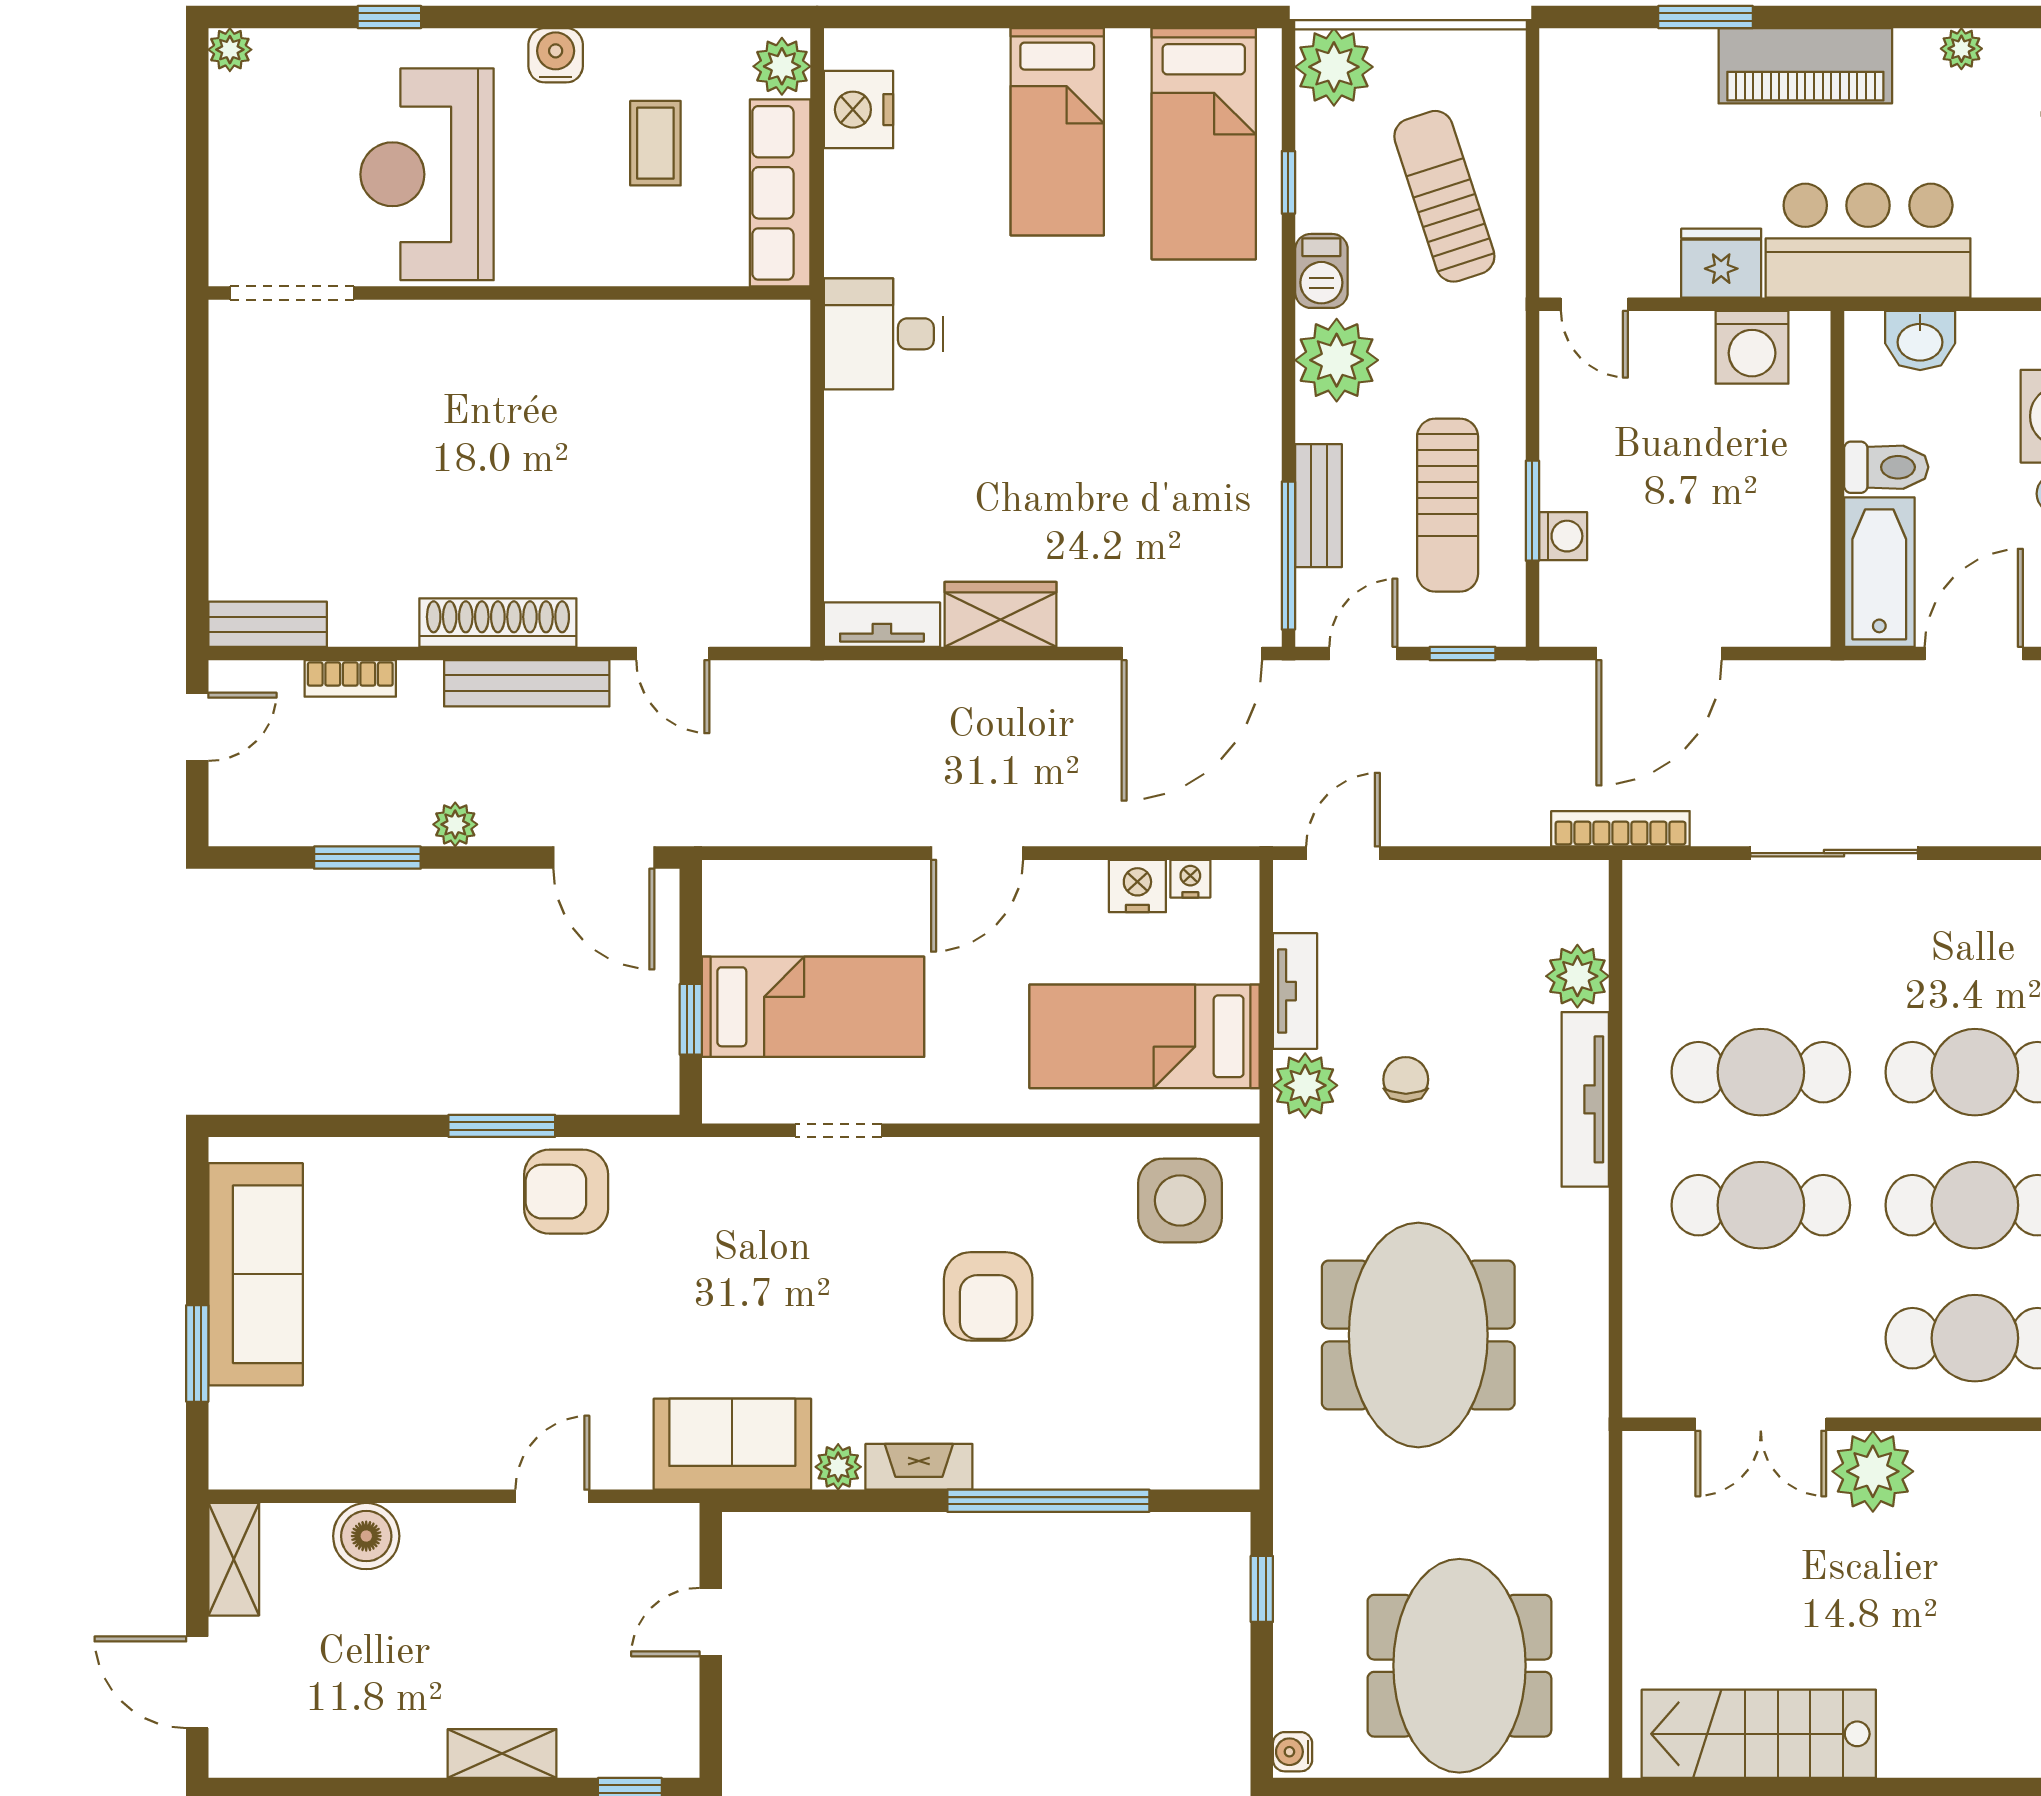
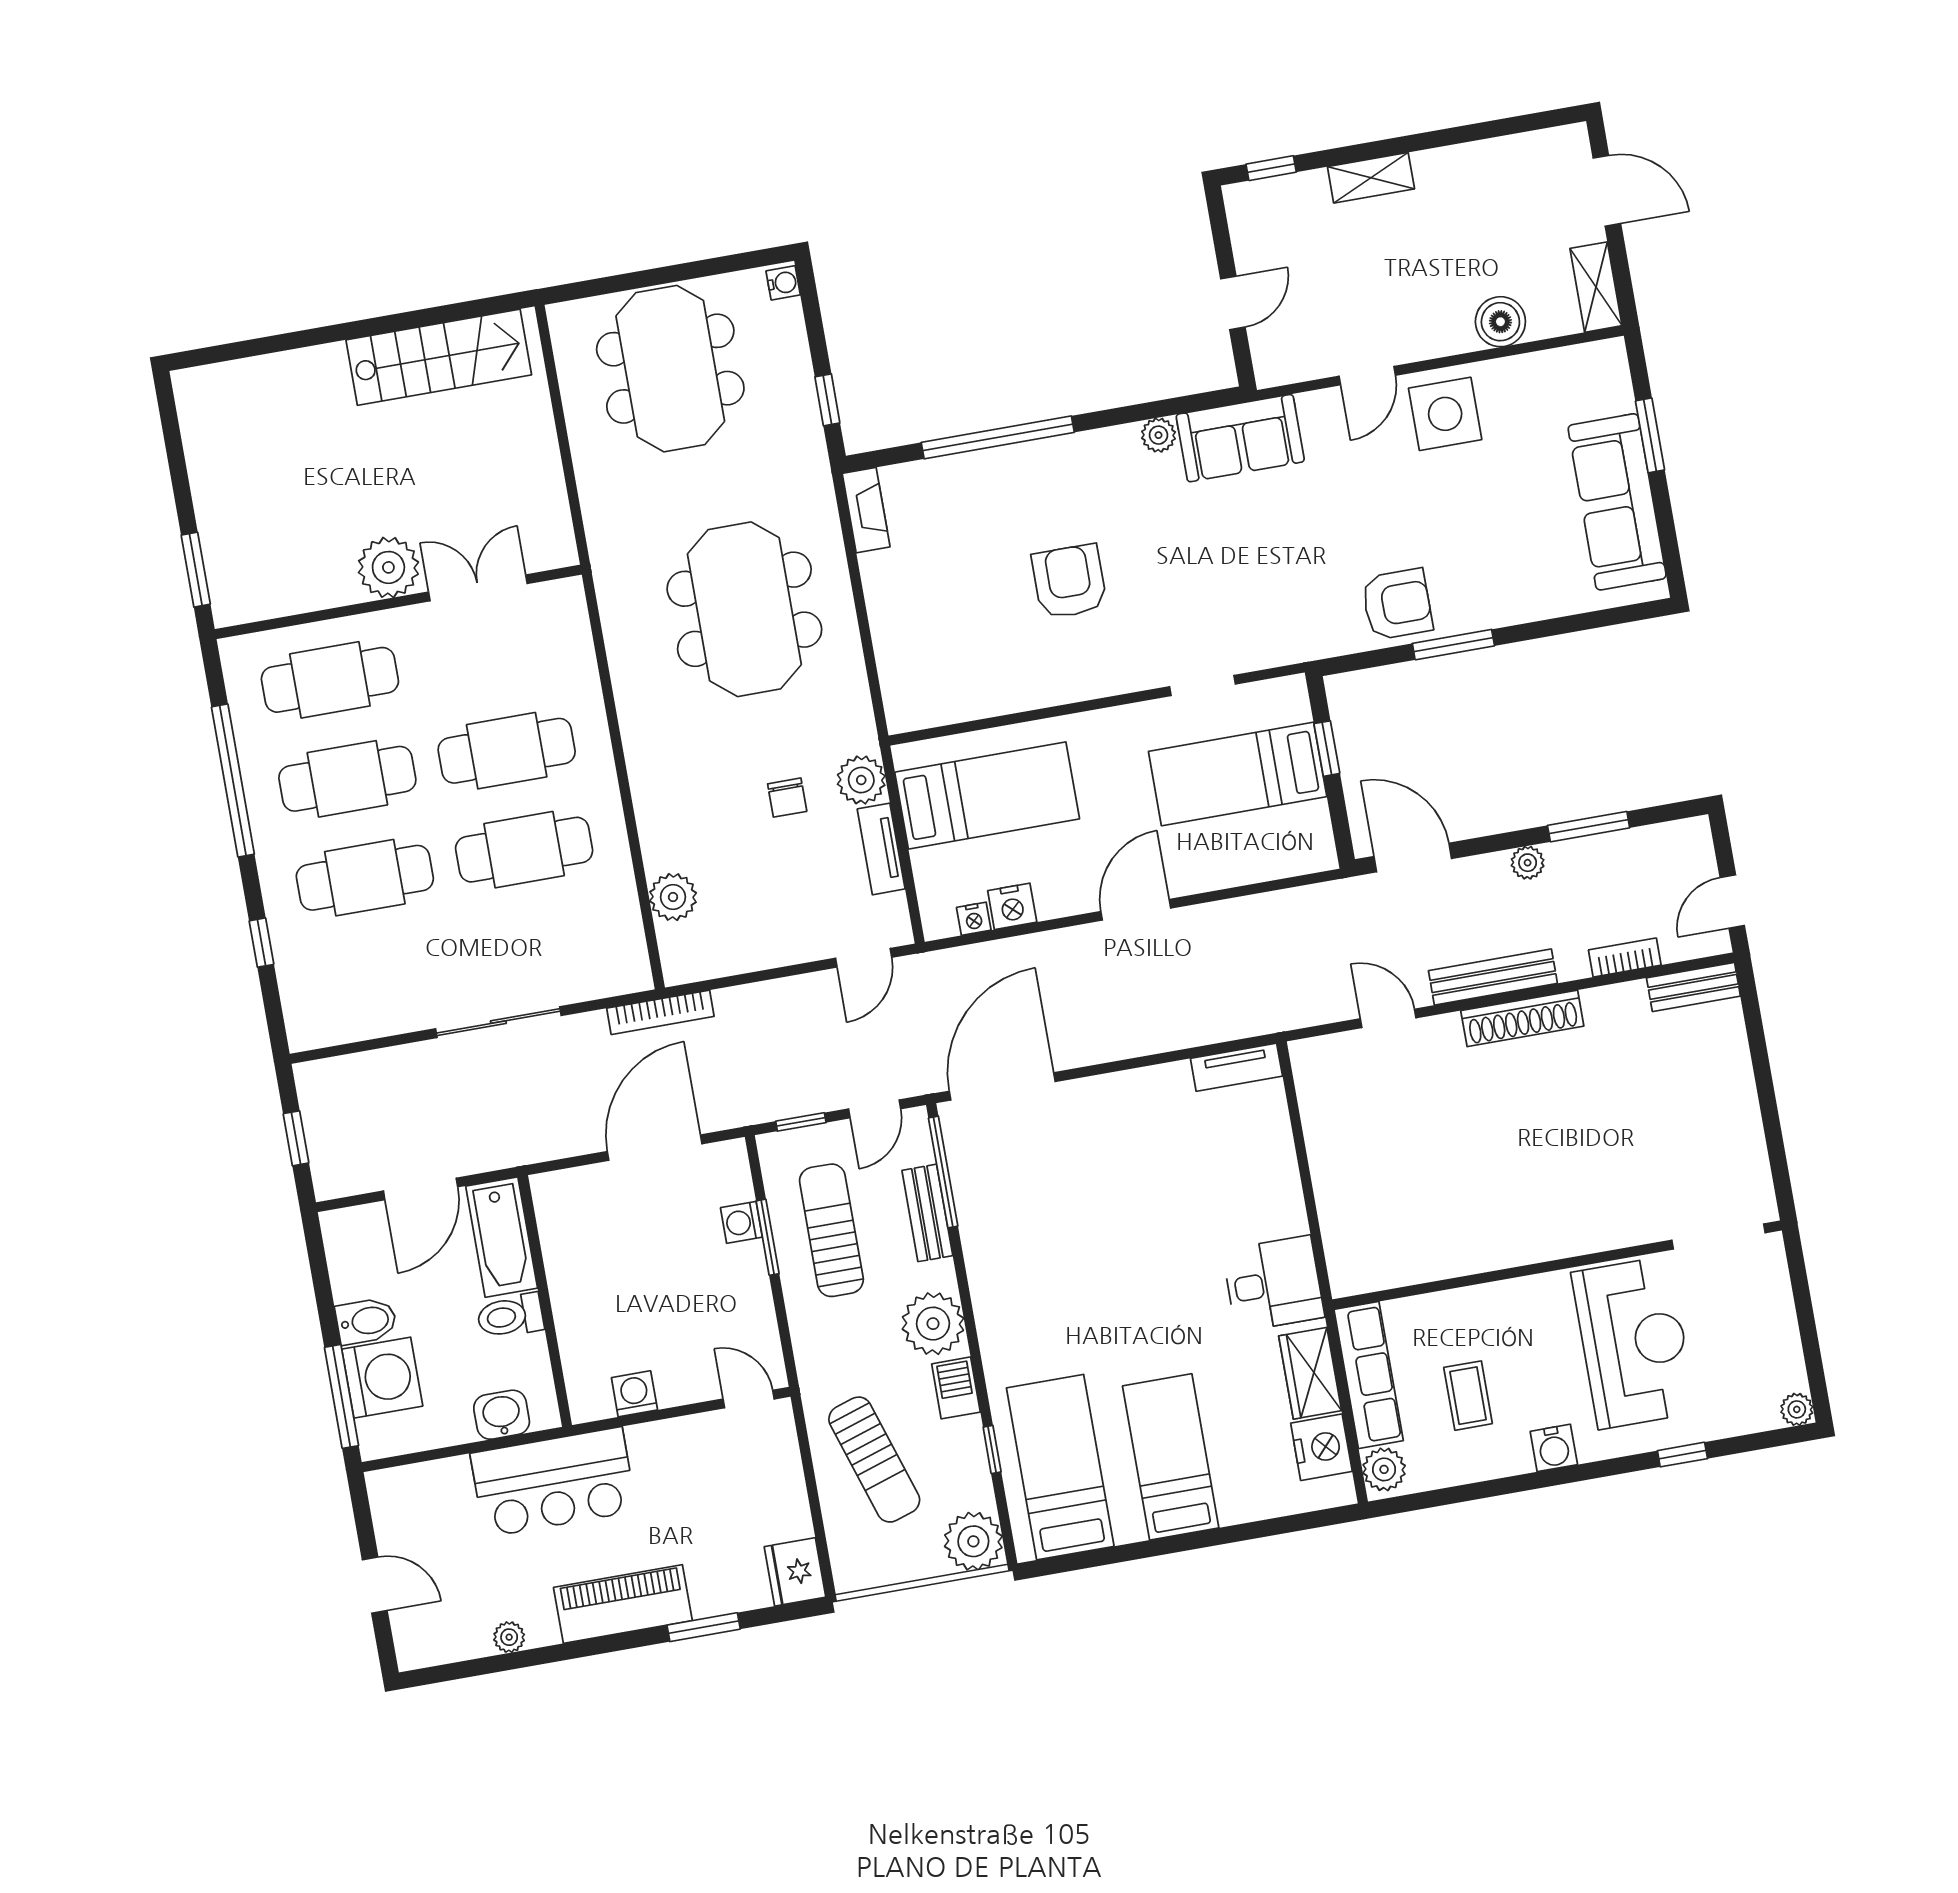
fridge: (1721, 263) -> (795, 1572), moved, turned 90
washing machine: (1752, 347) -> (634, 1394), width x0.73, depth x0.73
wardrobe: (1000, 614) -> (1310, 1373), moved, turned 90
tv unit: (1585, 1099) -> (651, 806), removed
side table: (1180, 1200) -> (1445, 414), moved
fireplace: (919, 1467) -> (866, 510), moved, turned -90

